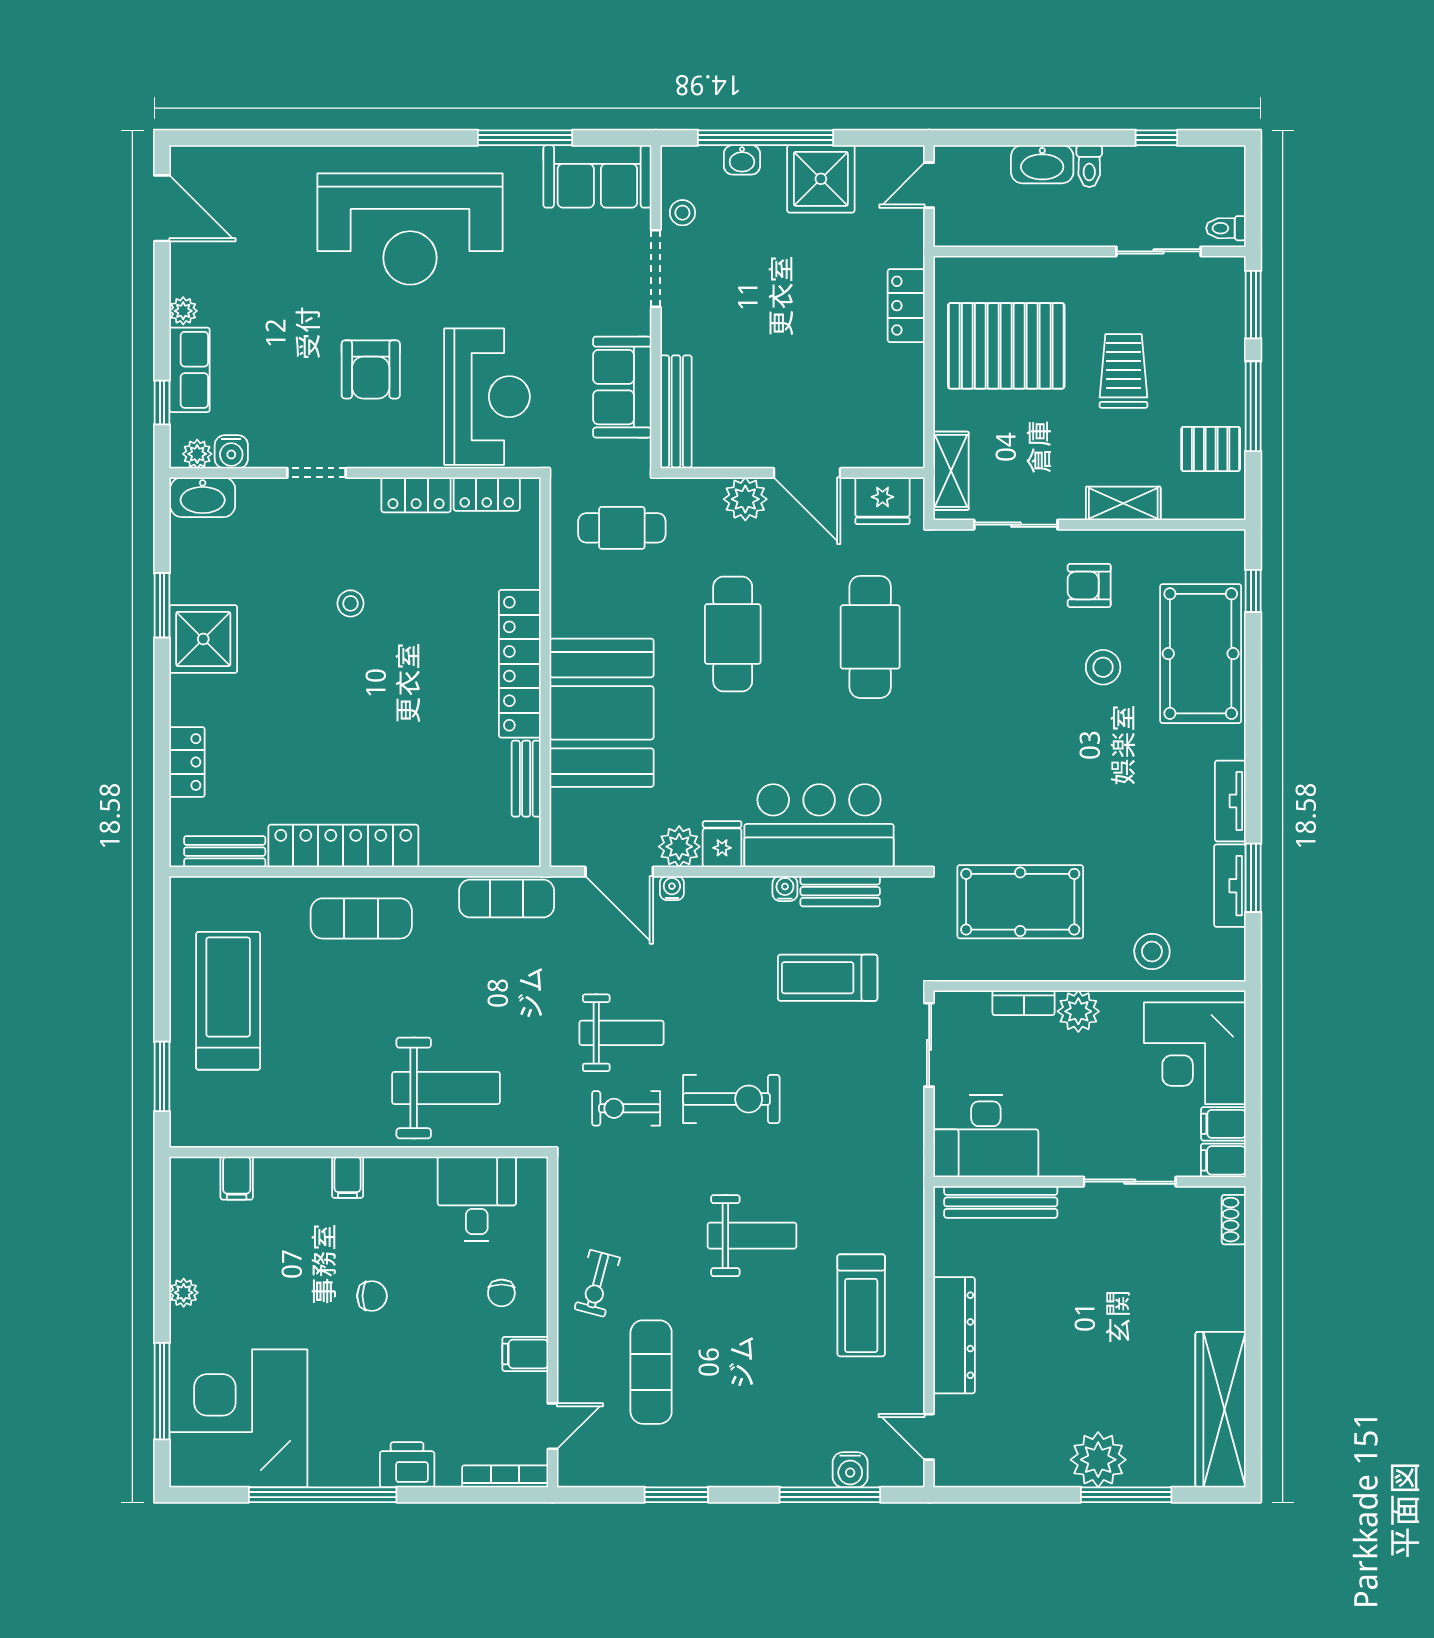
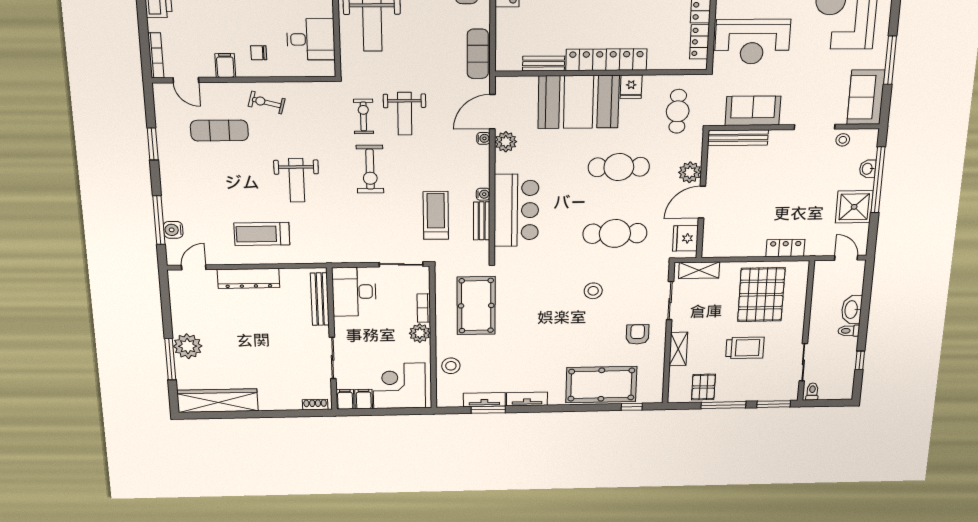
stool: (1103, 667) -> (593, 291), moved
fridge: (722, 844) -> (631, 87), moved, turned 90

